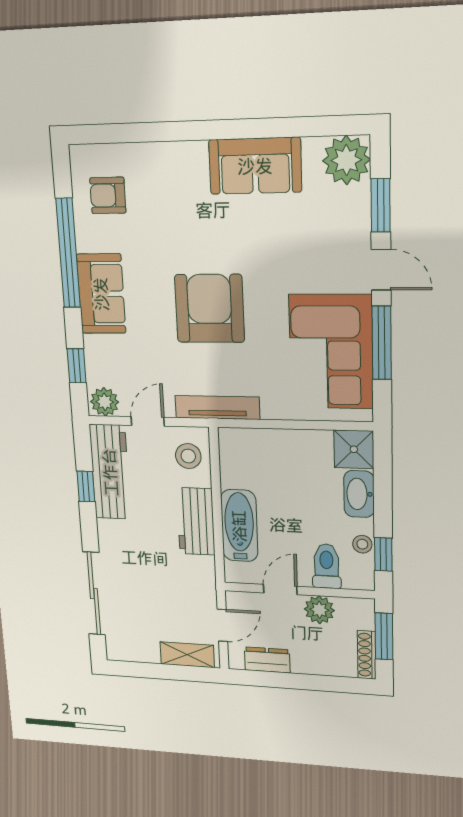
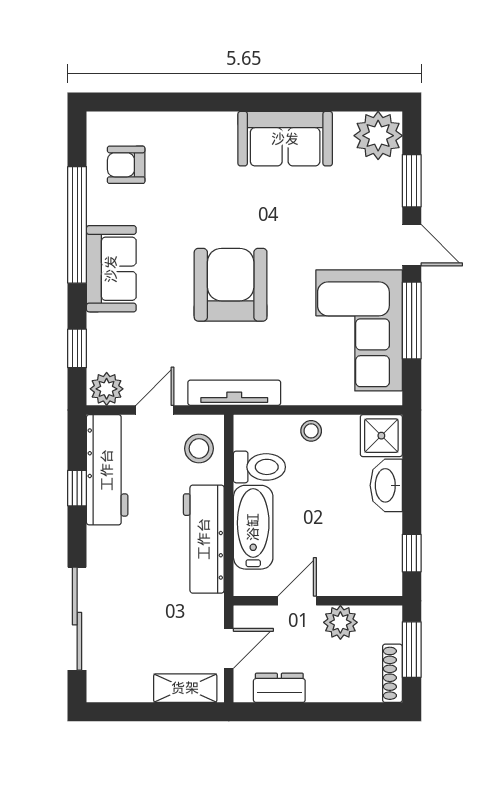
workbench: (196, 521) -> (204, 539), width x1.38
stool: (362, 544) -> (311, 431), moved
toilet: (327, 566) -> (259, 467), moved, turned 90

